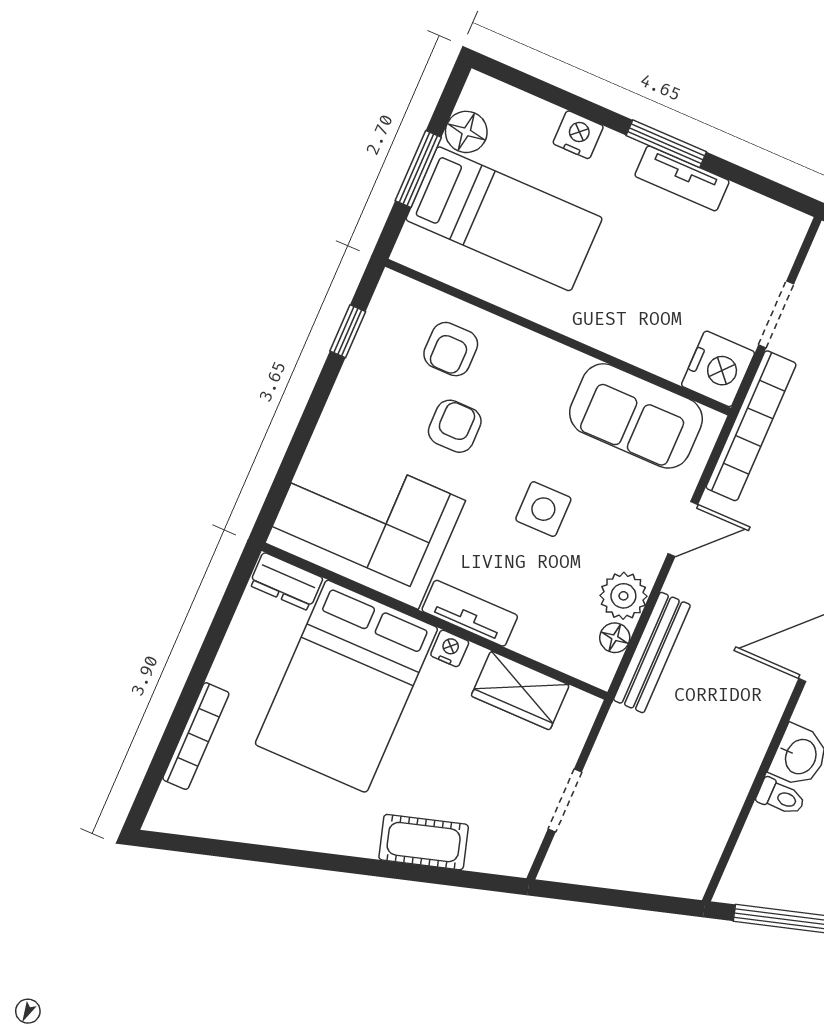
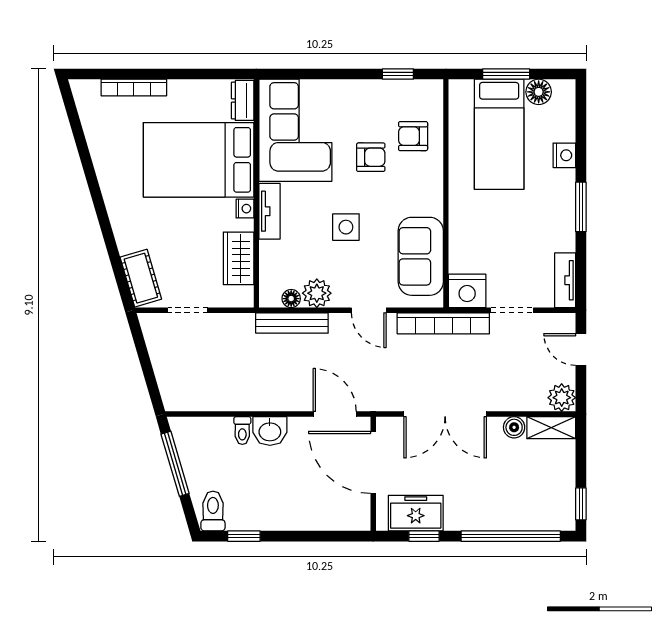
tv unit: (682, 178) -> (565, 280), moved
cot: (424, 842) -> (141, 278), moved

